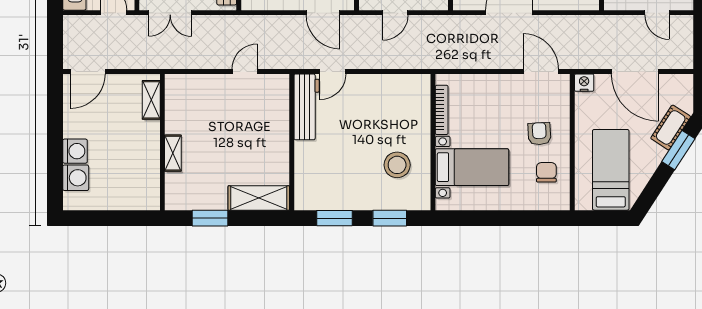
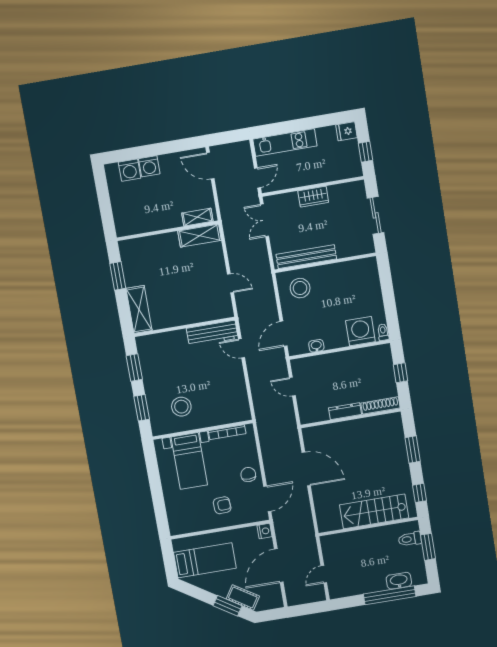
shelving: (173, 153) -> (200, 236), moved, width x1.50, depth x1.33
chair: (546, 172) -> (248, 475), moved, turned -90

